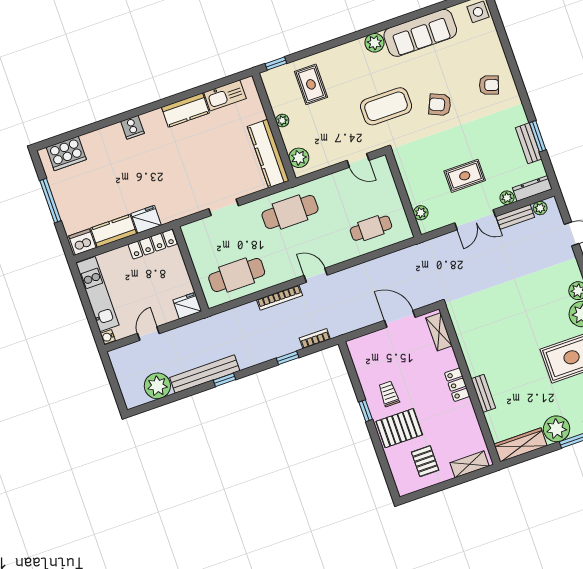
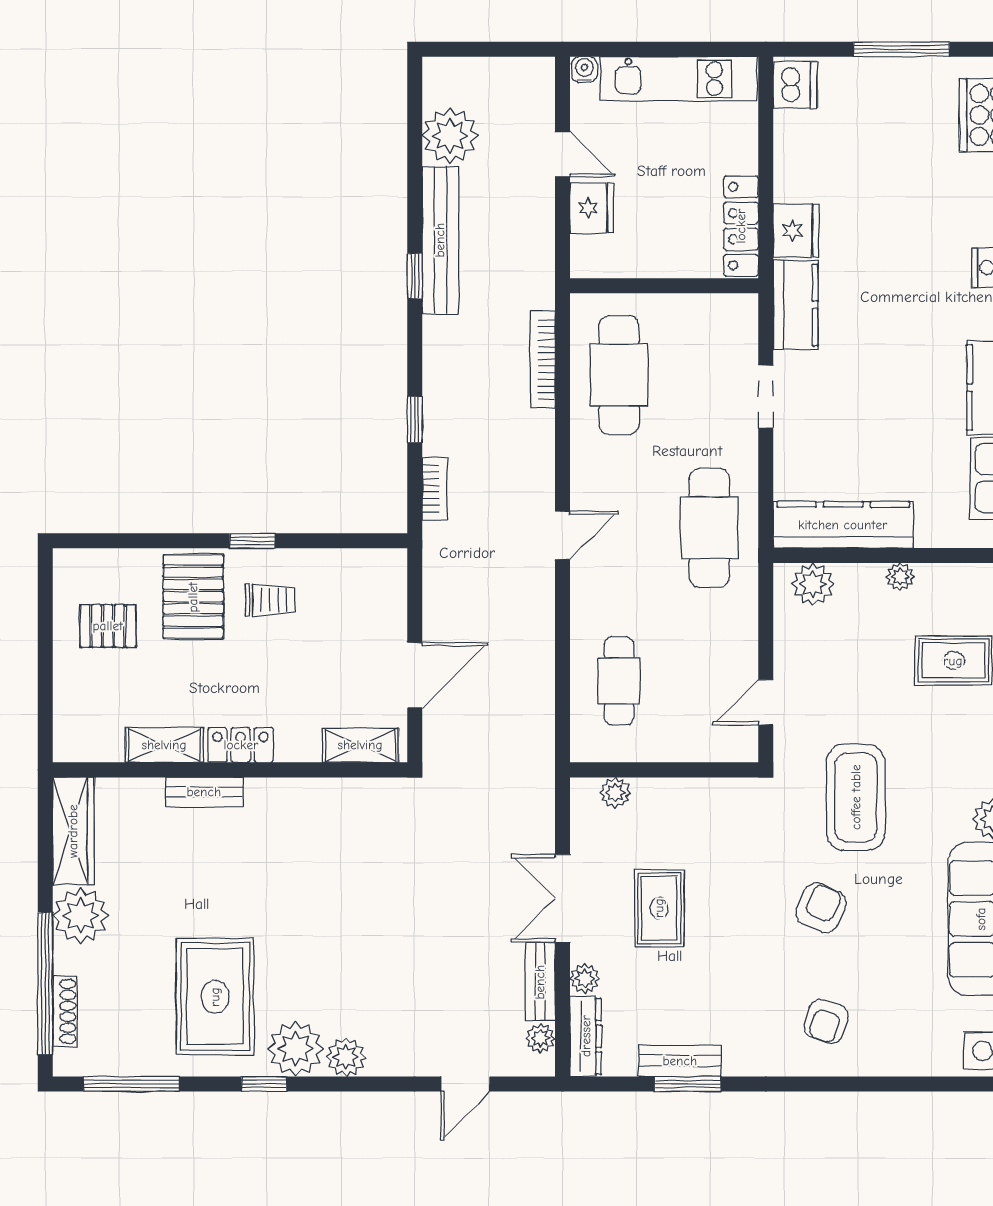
kitchen counter: (114, 231) -> (796, 305), moved
bookcase: (280, 298) -> (543, 359), moved
fridge: (187, 306) -> (592, 208), moved
shelving: (470, 464) -> (164, 745), moved, turned 90

